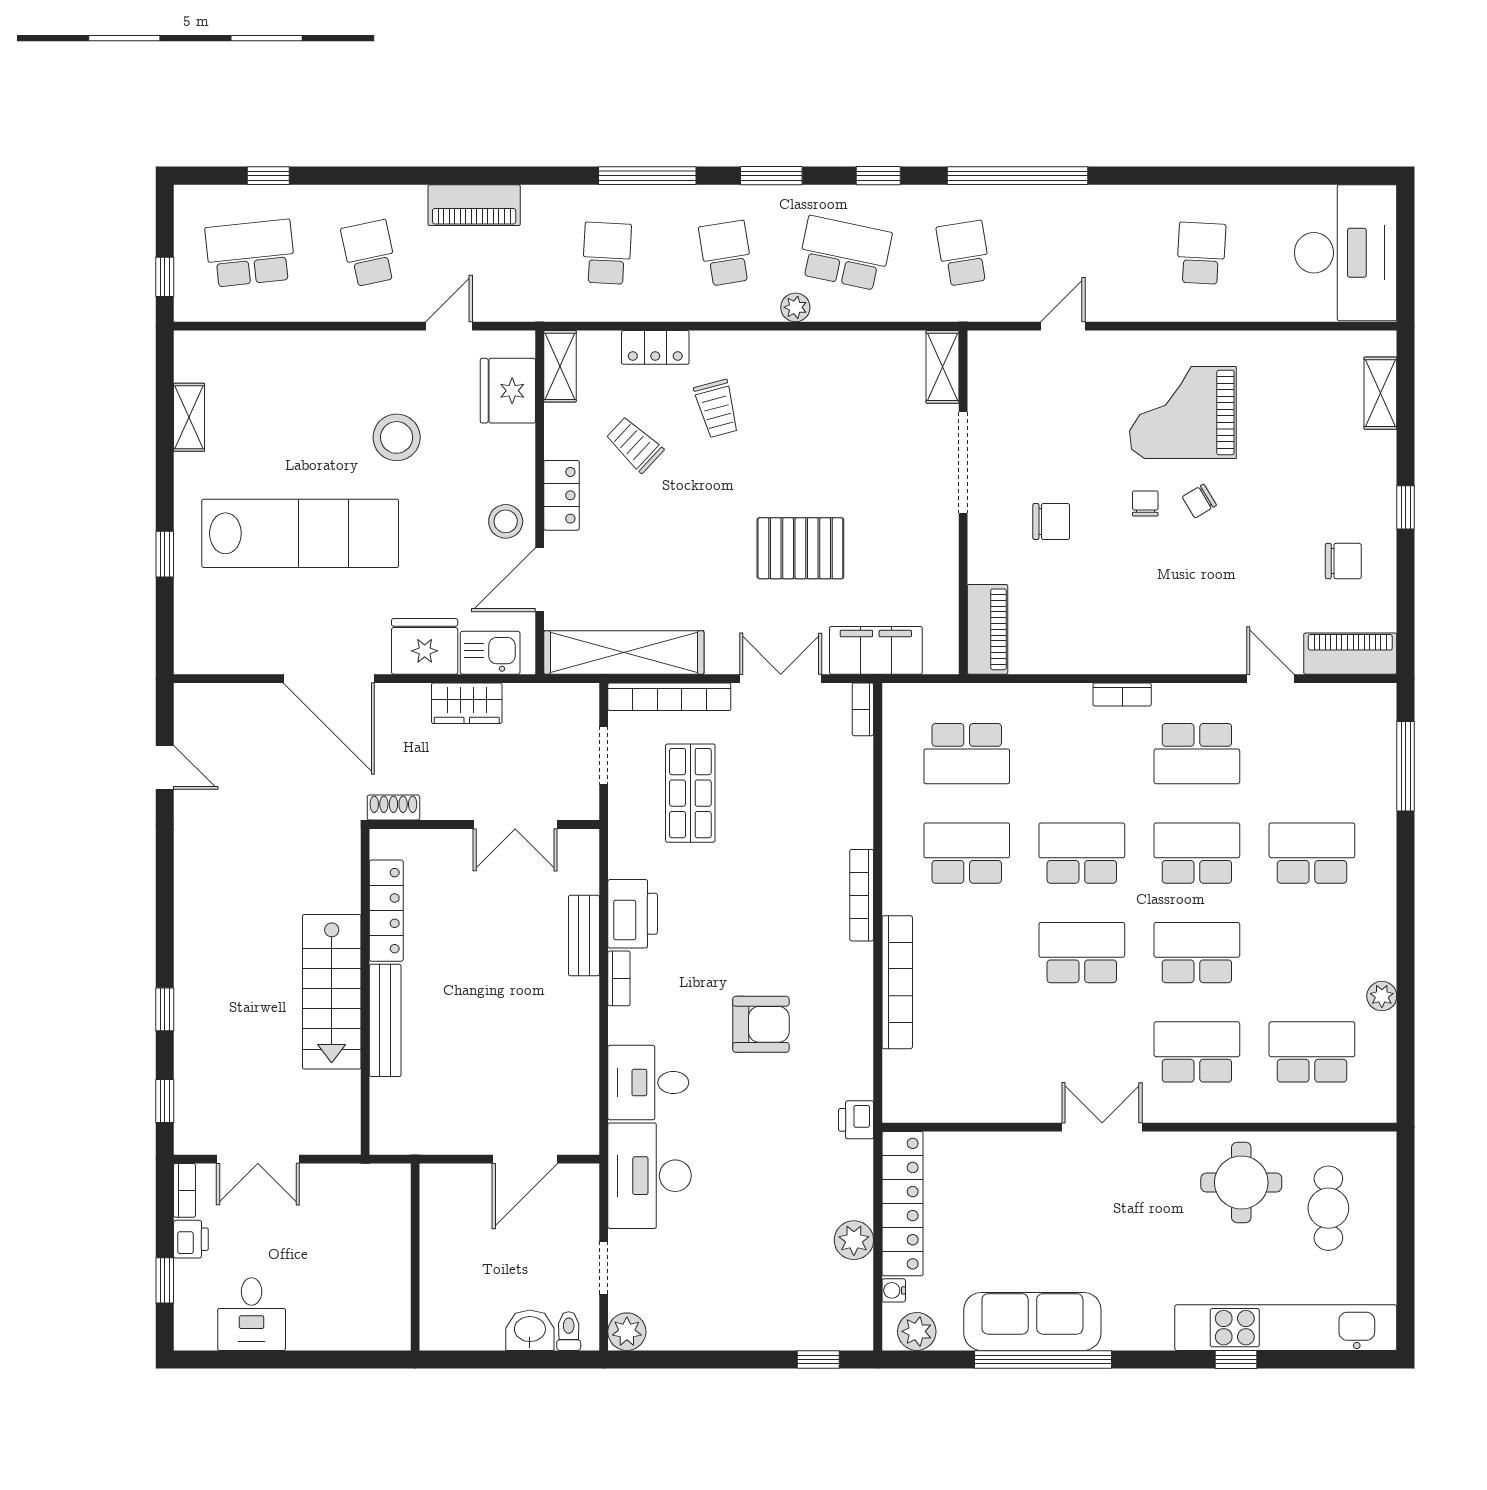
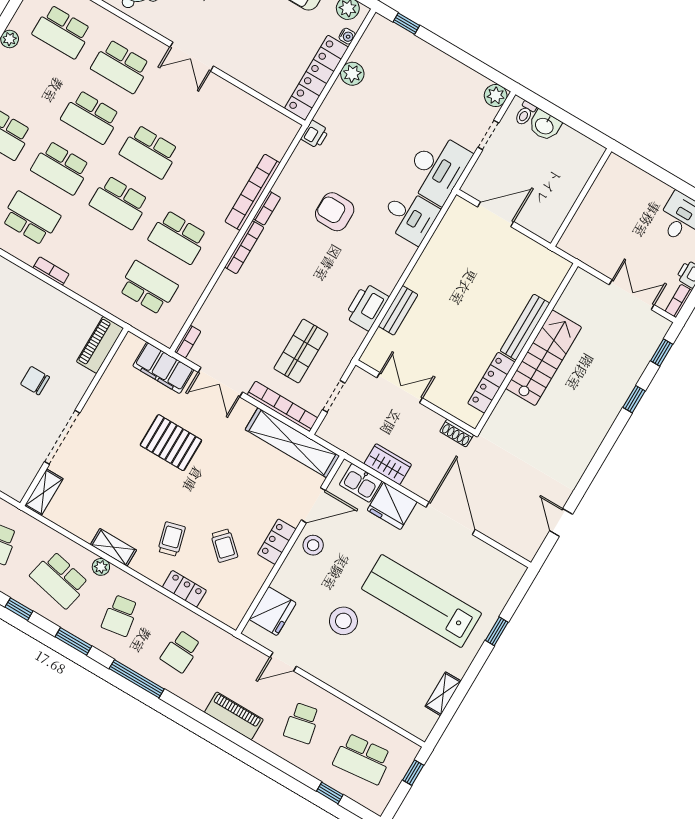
shelving: (560, 366) -> (113, 547), moved, turned 90
bookcase: (619, 978) -> (267, 208), moved, turned 180

